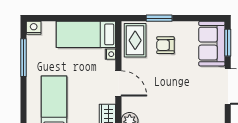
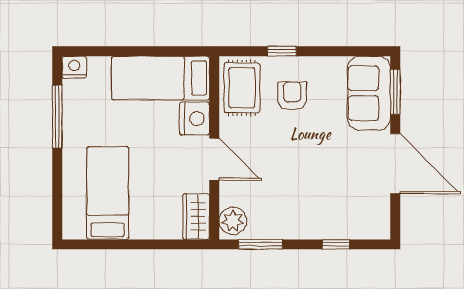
window: (159, 18) -> (282, 51), width x0.67
armchair: (165, 45) -> (292, 96), turned 90
nightstand: (110, 54) -> (195, 119), width x1.89, depth x1.79

